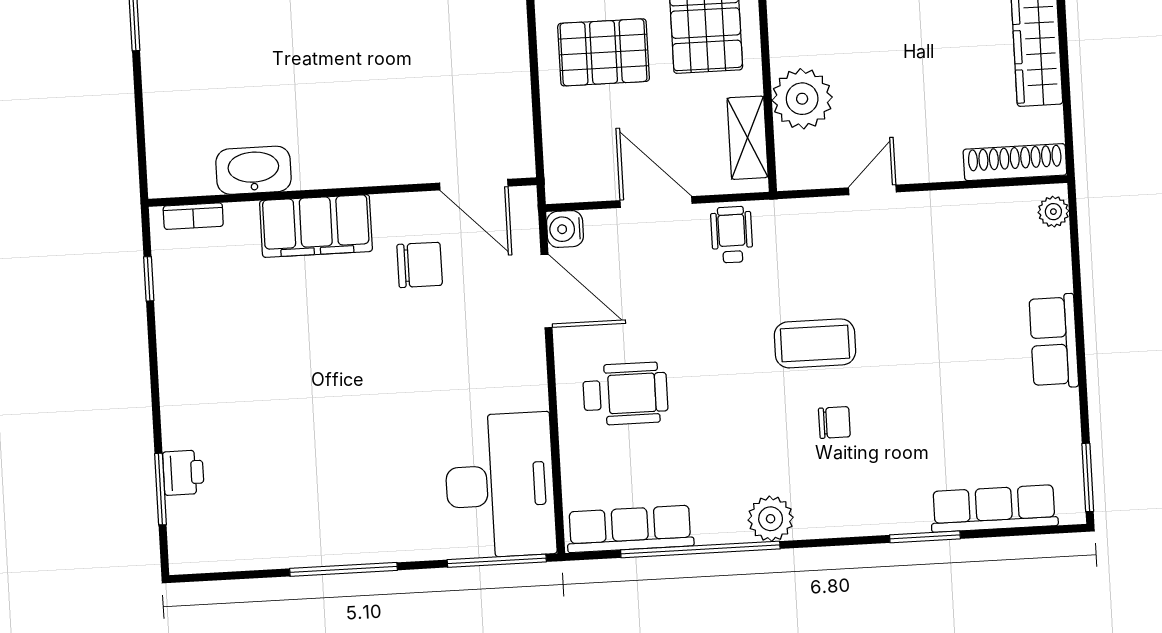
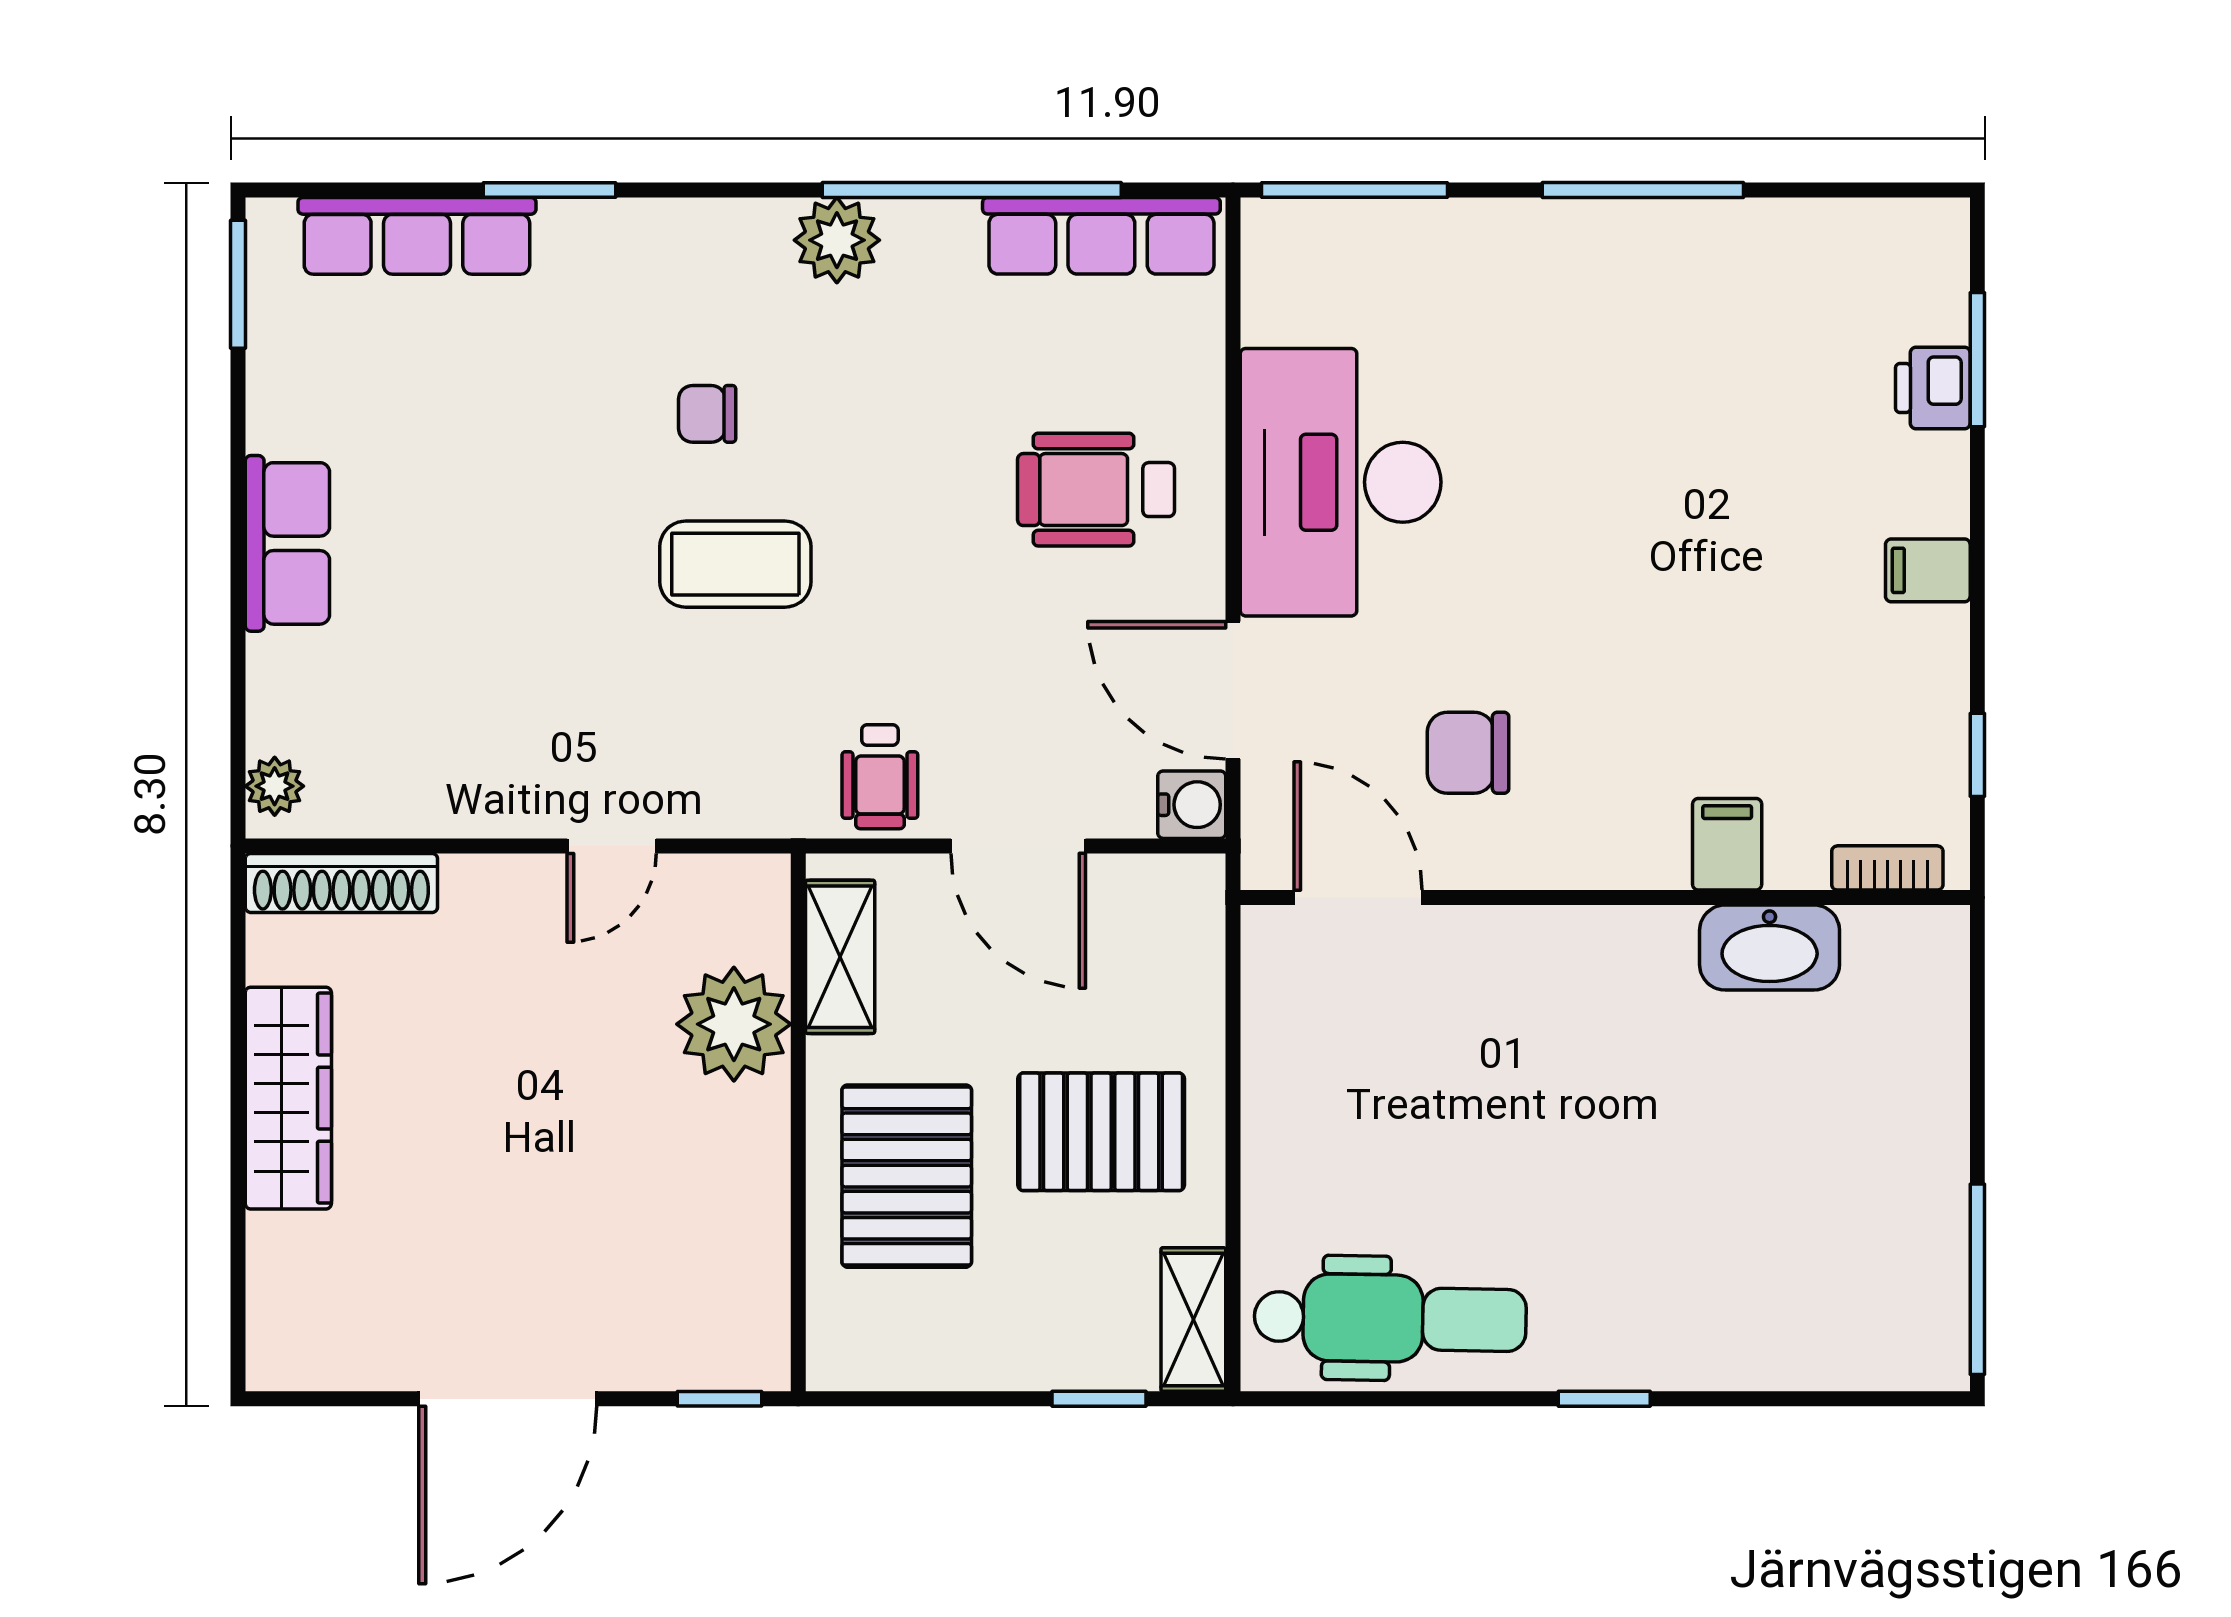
filing cabinet: (316, 226) -> (1727, 844), width x0.33, depth x0.86
filing cabinet: (181, 376) -> (1928, 570), added
desk: (500, 485) -> (1341, 482), moved

